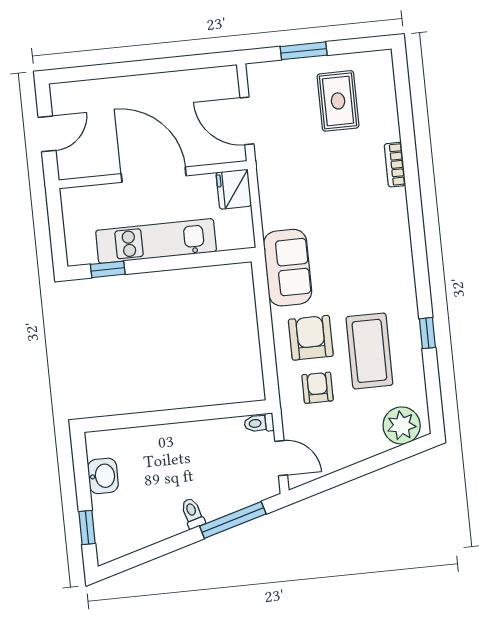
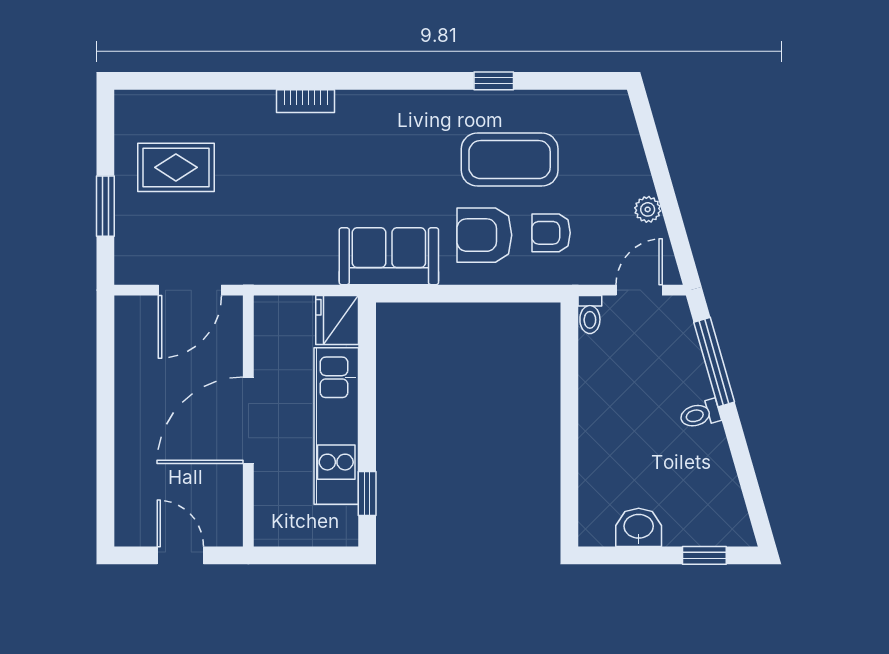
bookcase: (395, 165) -> (306, 101), moved
fridge: (234, 189) -> (337, 320), moved, turned 90
plant: (402, 425) -> (648, 209), moved, width x0.53, depth x0.53

